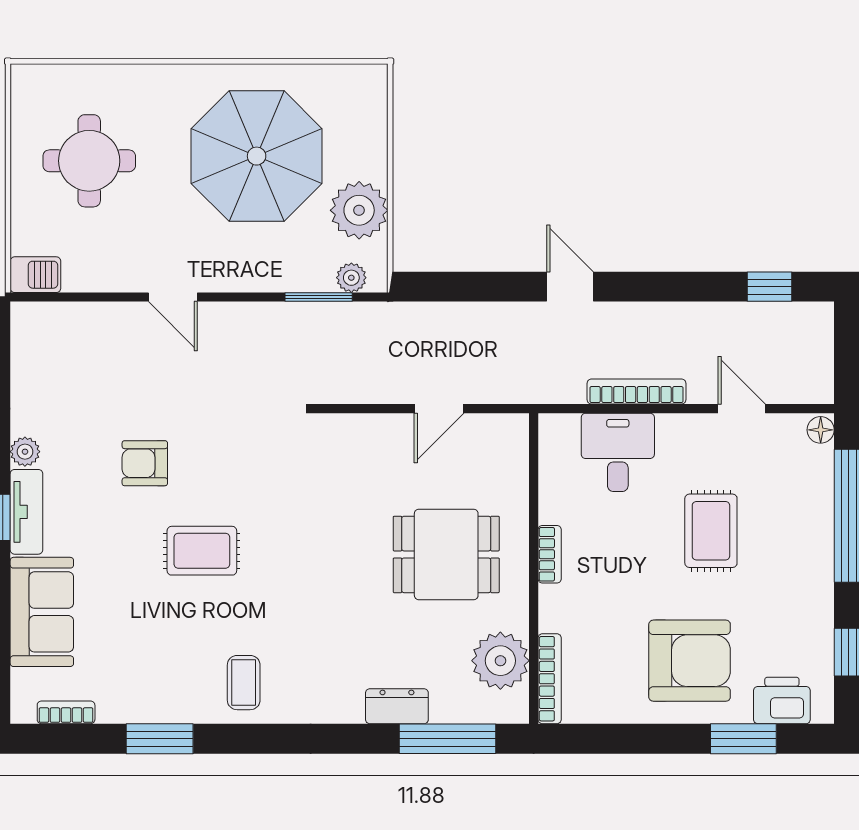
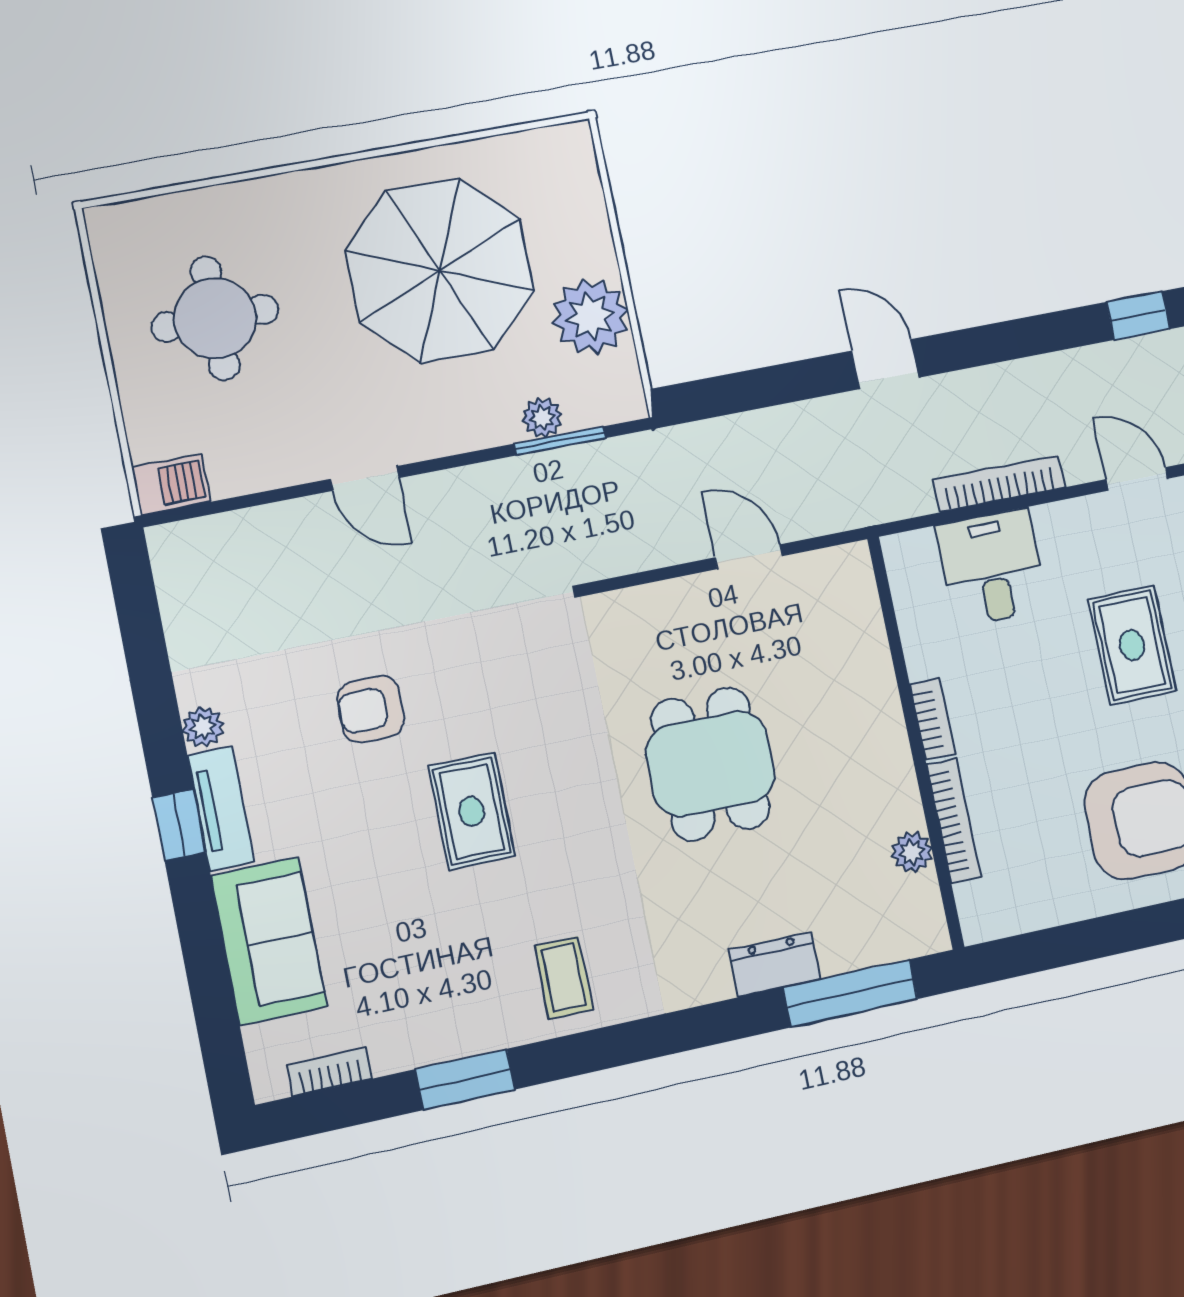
plant: (351, 278) -> (542, 418), moved
door: (439, 409) -> (749, 557), swing flipped
rug: (202, 551) -> (472, 811), turned 90
dining table: (446, 554) -> (710, 764), moved, turned 90
plant: (500, 661) -> (912, 852), width x0.53, depth x0.53
bookcase: (550, 679) -> (954, 821), moved

